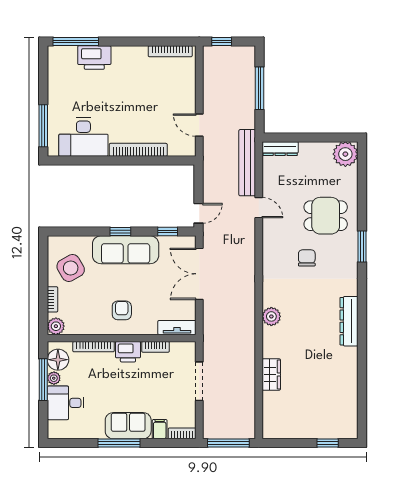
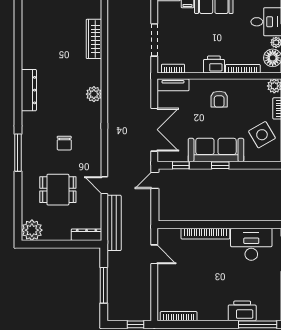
dining table: (326, 216) -> (58, 190), moved
window: (362, 247) -> (18, 153), width x1.44
bookcase: (155, 347) -> (173, 69), moved
wardrobe: (271, 374) -> (94, 39), width x1.50

